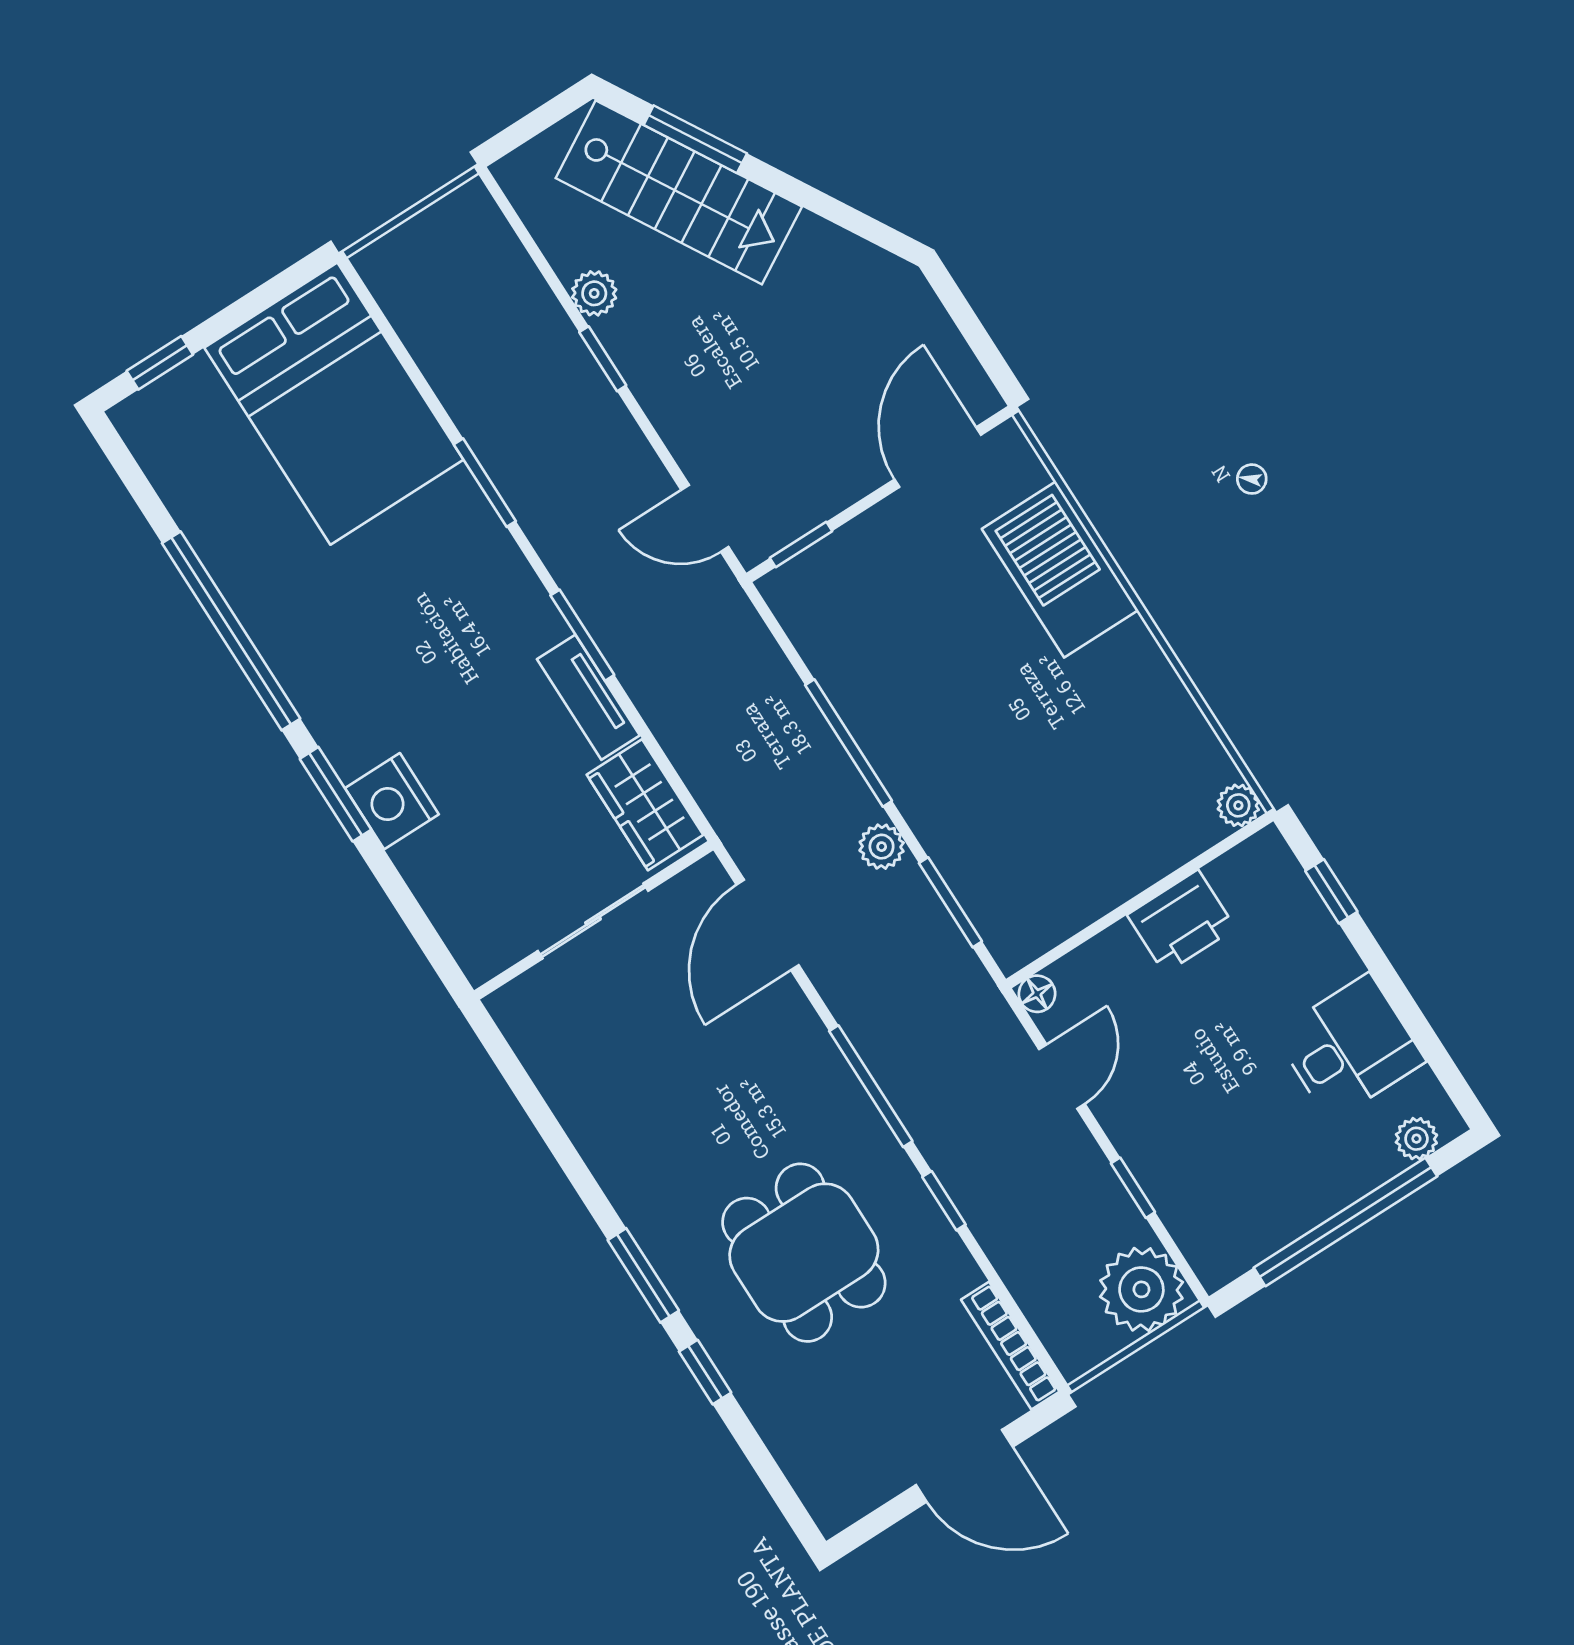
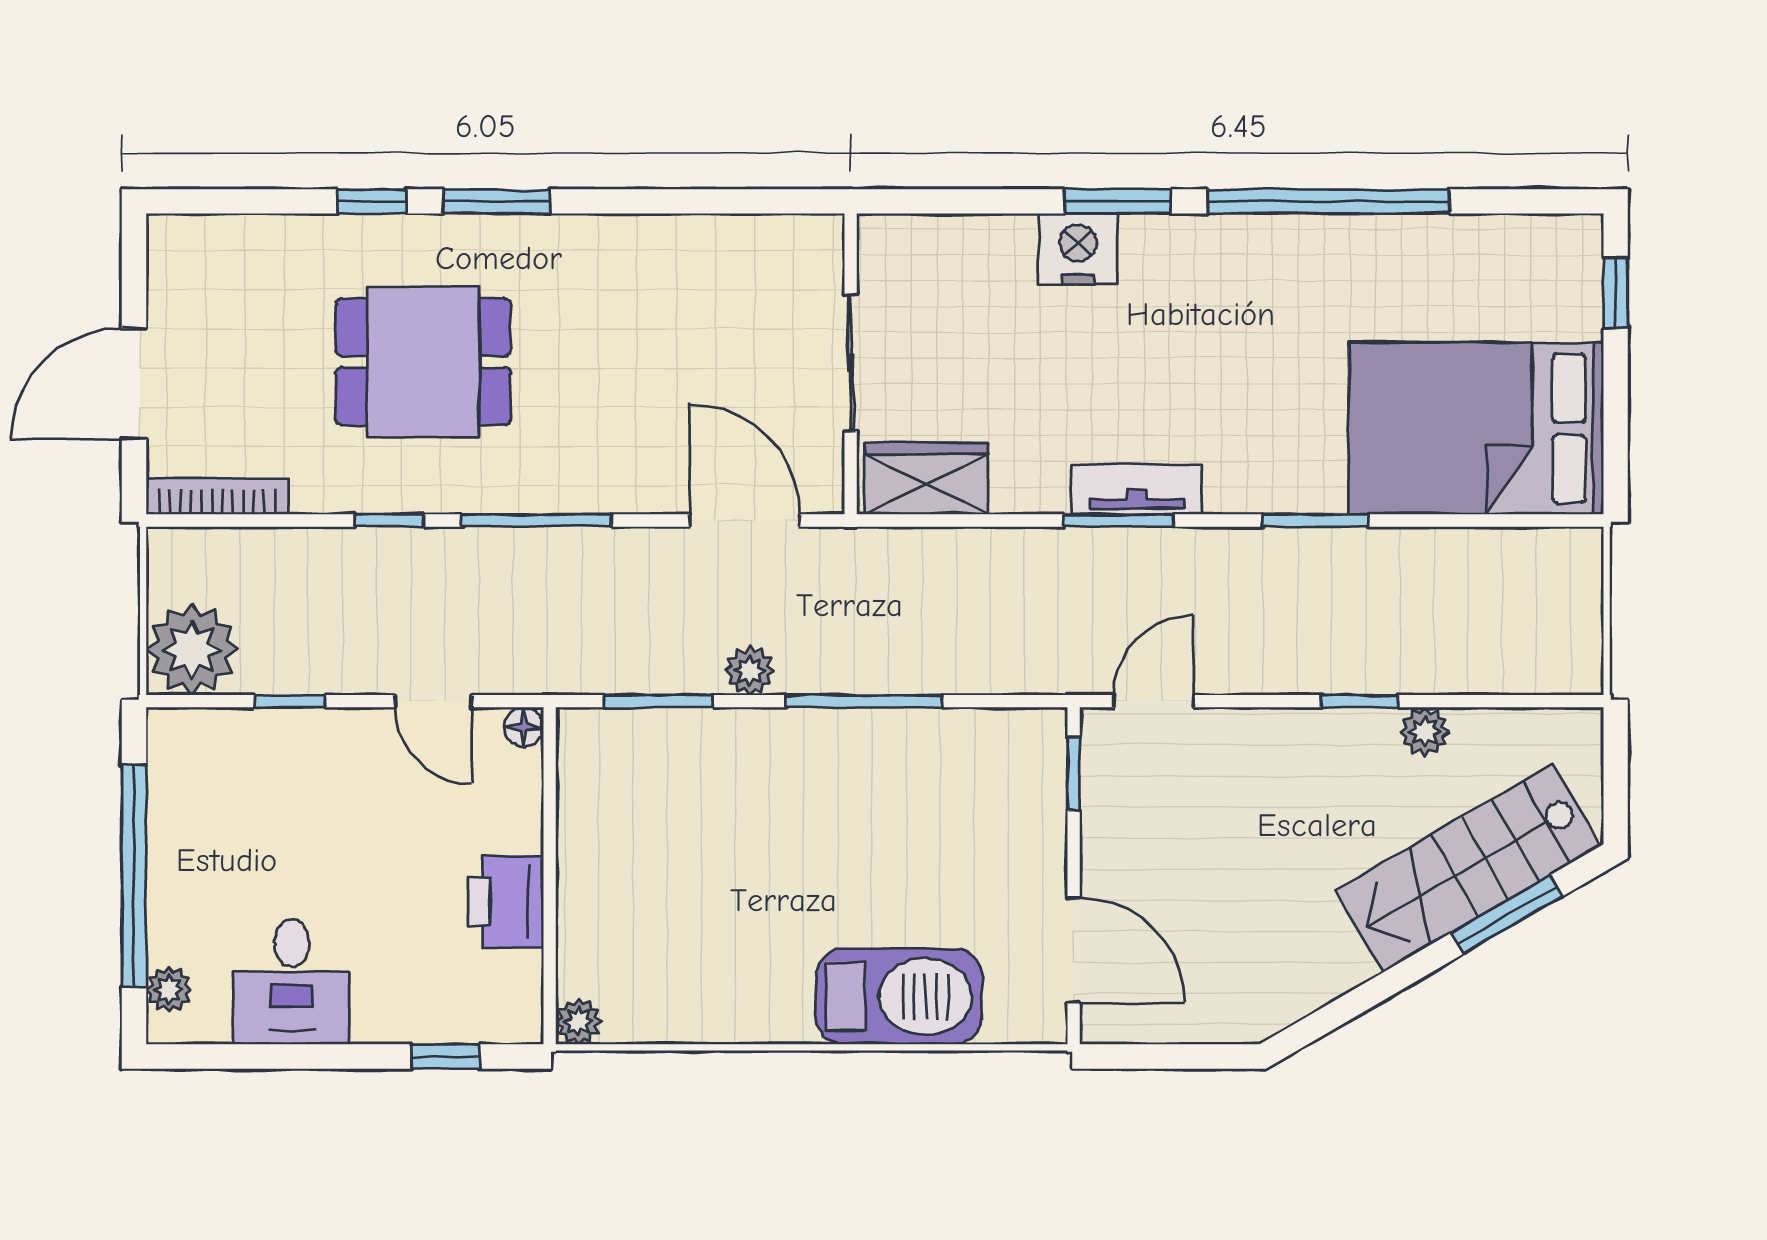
tv unit: (588, 697) -> (1137, 490), moved

